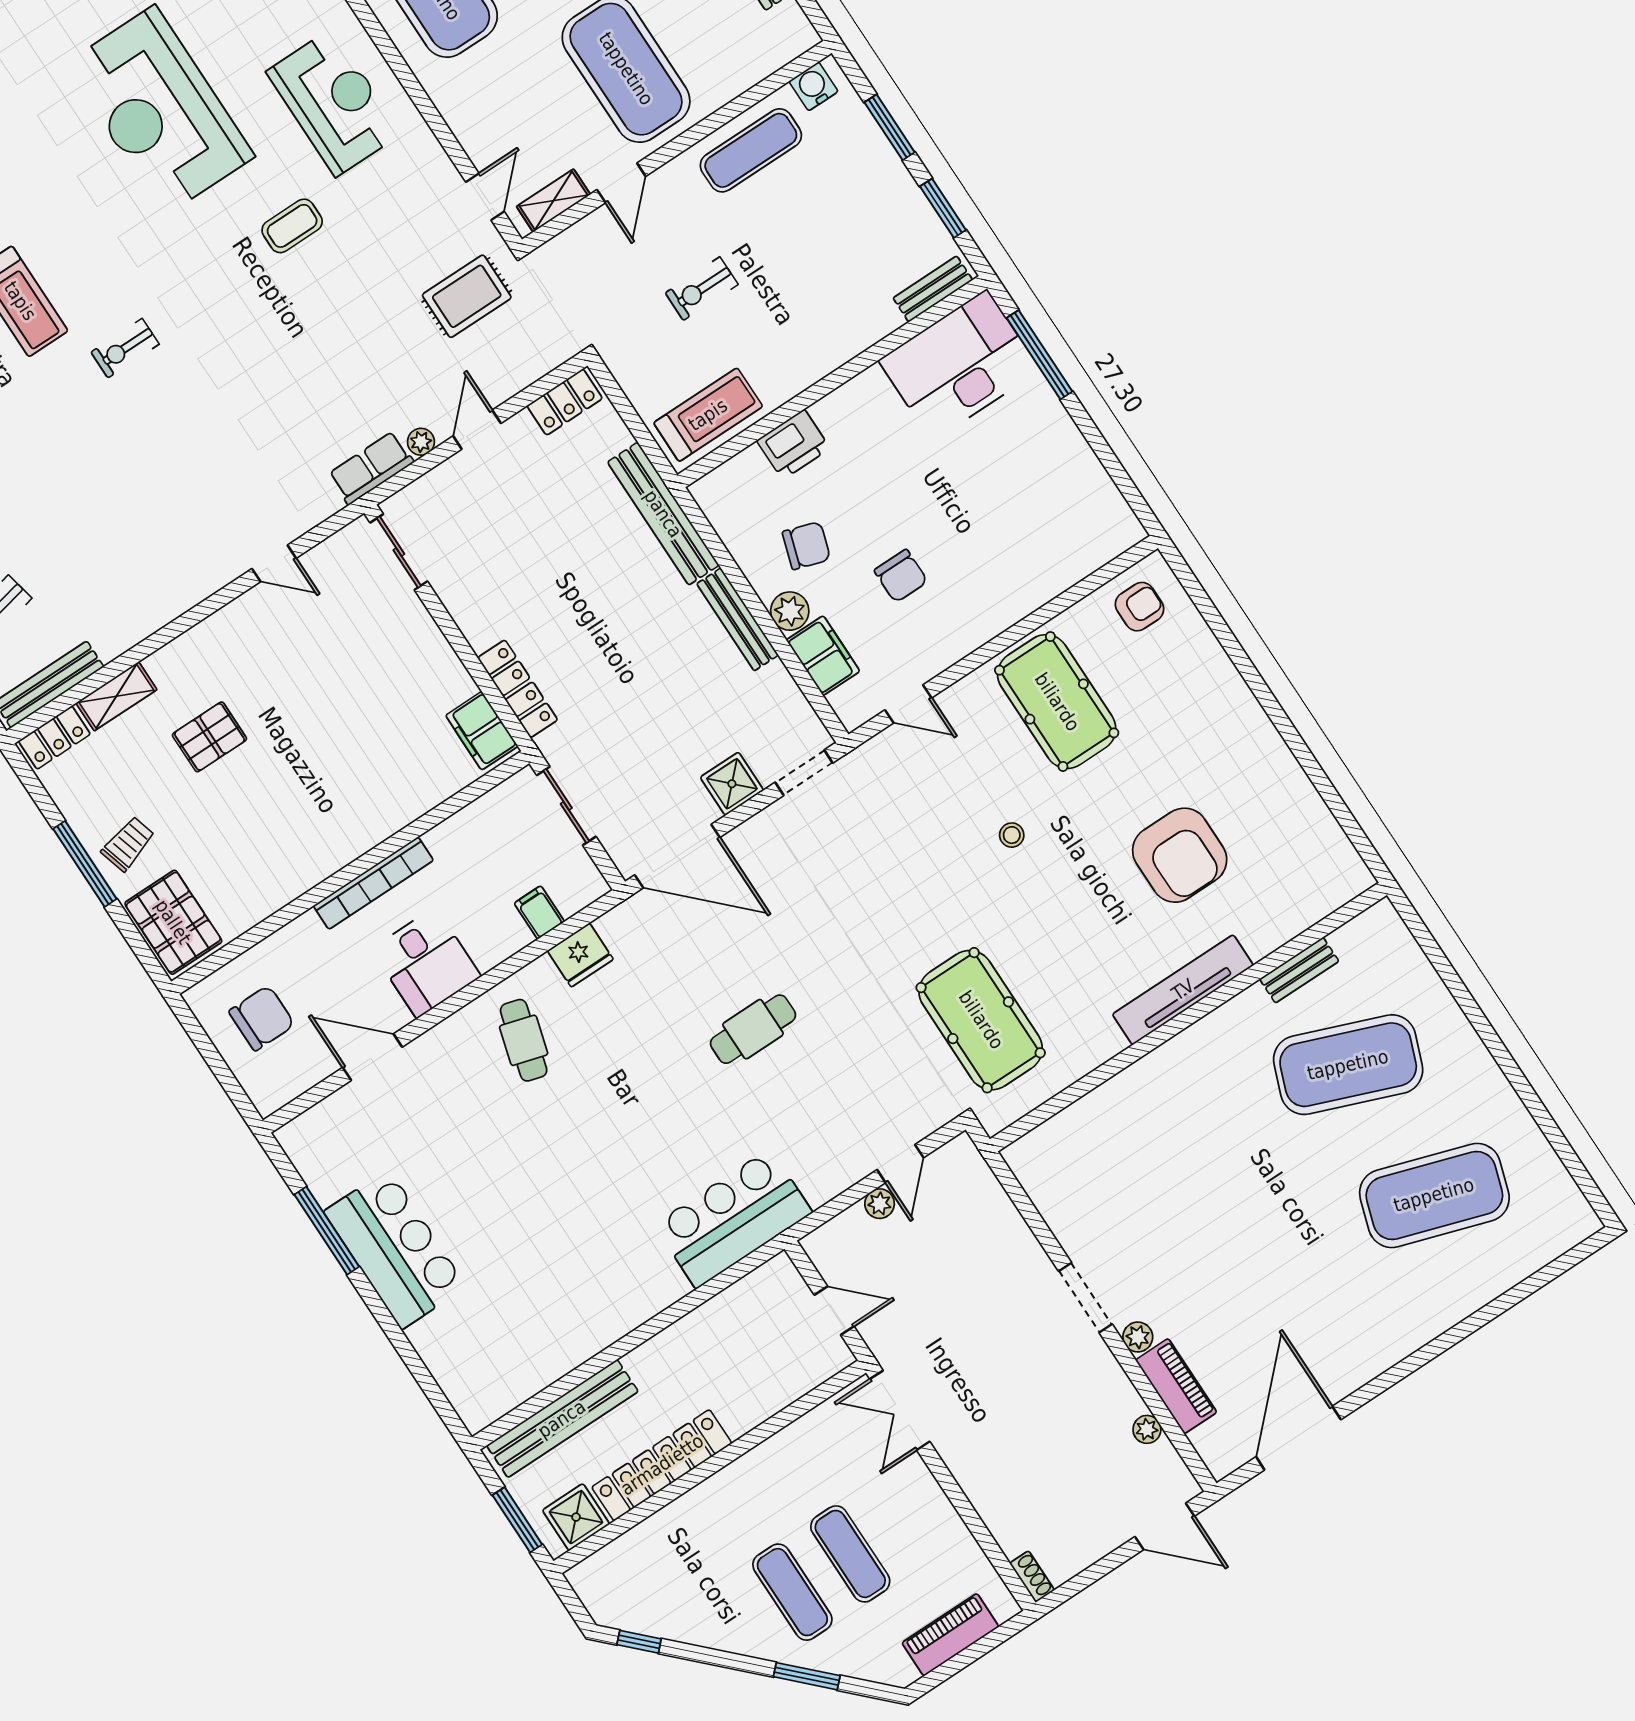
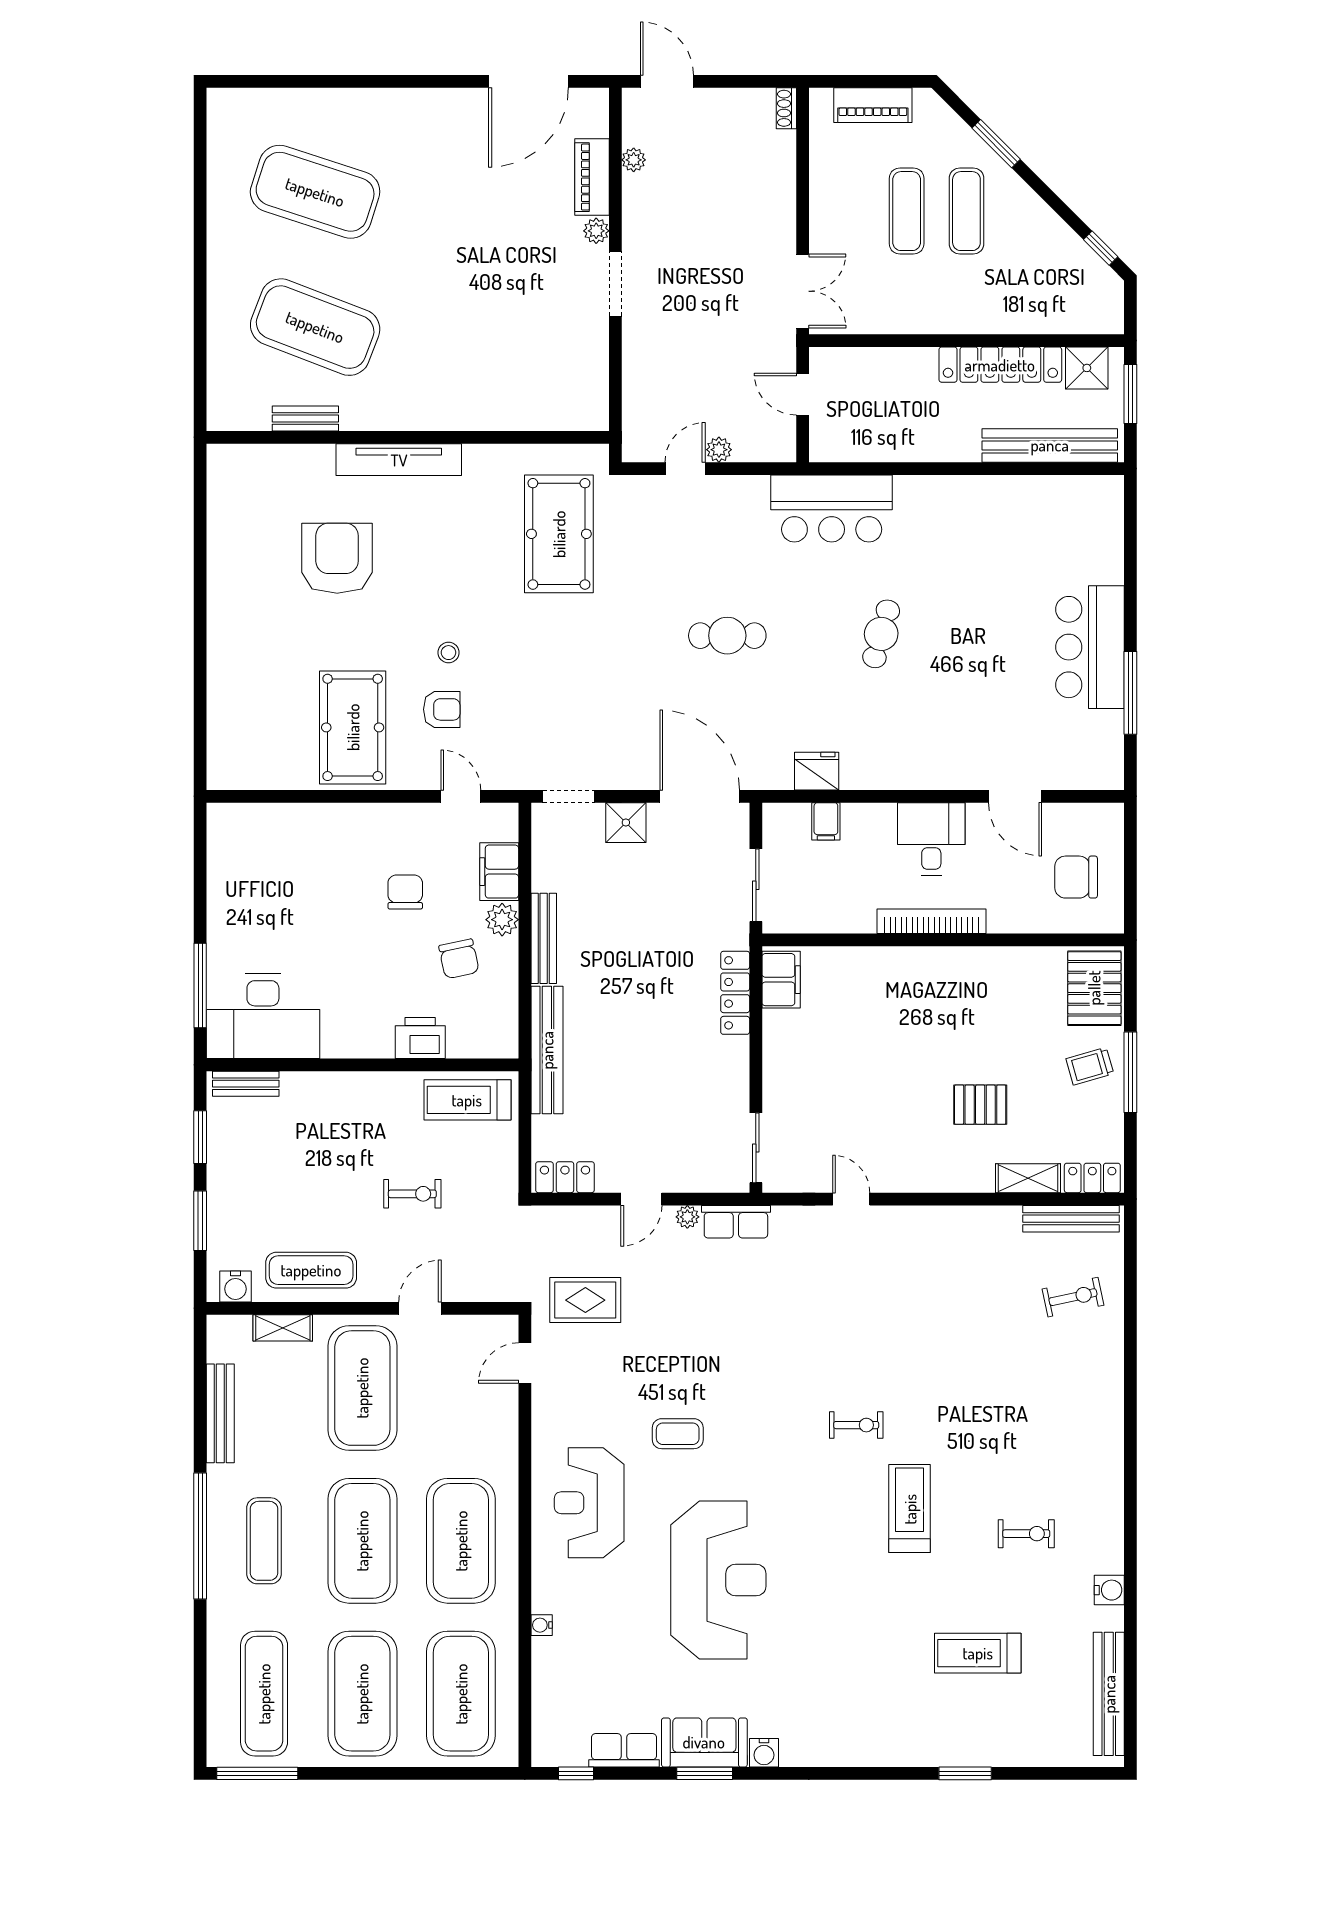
shelving: (553, 201) -> (283, 1328), moved
chair: (806, 546) -> (459, 959), turned -120
armchair: (1139, 607) -> (442, 709), moved, turned 180
cafe table: (524, 1040) -> (881, 634), moved

